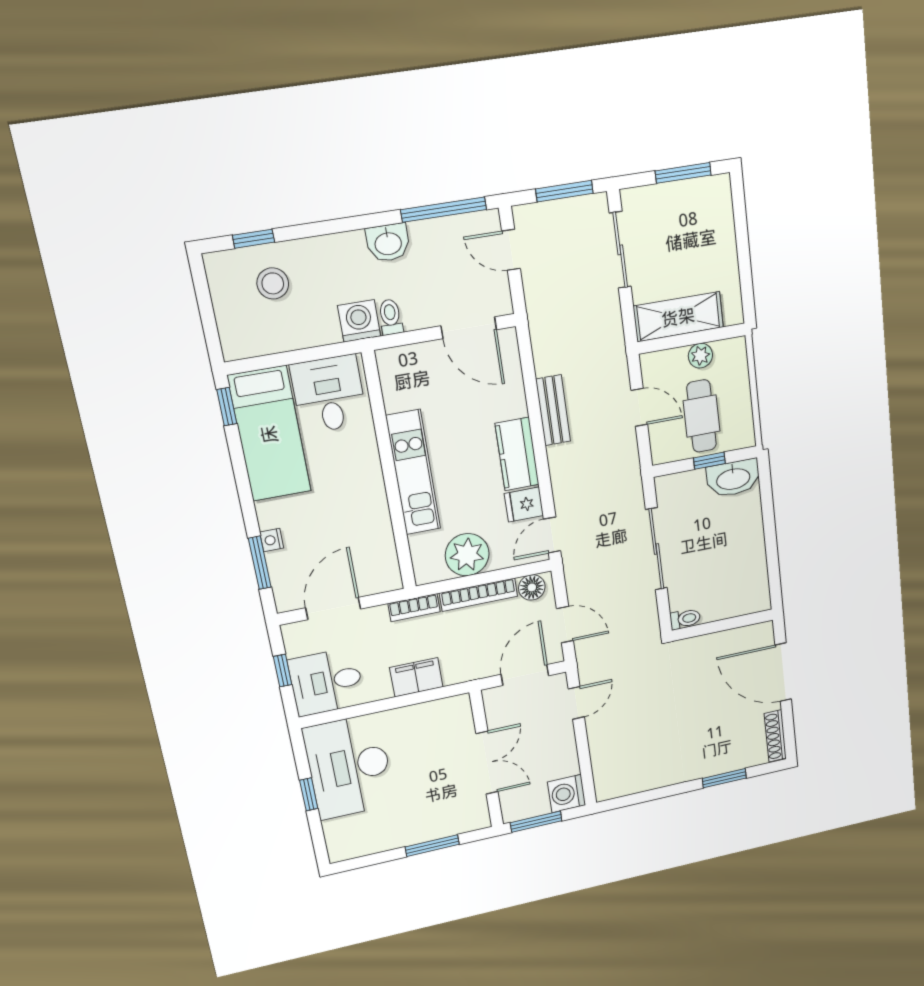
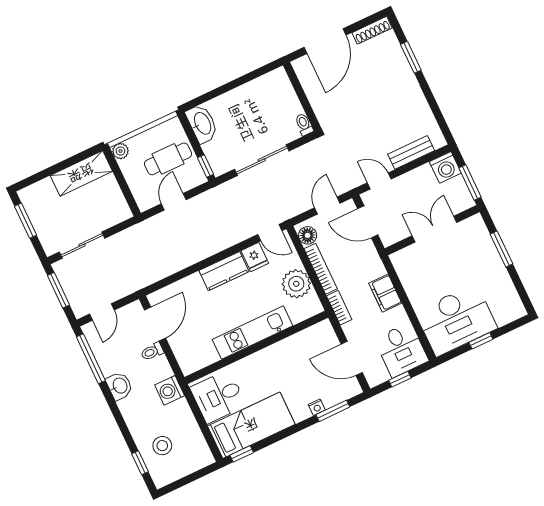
toilet: (391, 317) -> (152, 352), moved
shelving: (678, 317) -> (81, 173), moved, turned 90
plant: (700, 356) -> (120, 151), moved
bench: (553, 410) -> (411, 152), moved
window: (709, 461) -> (206, 166), moved

